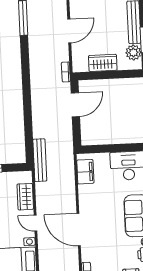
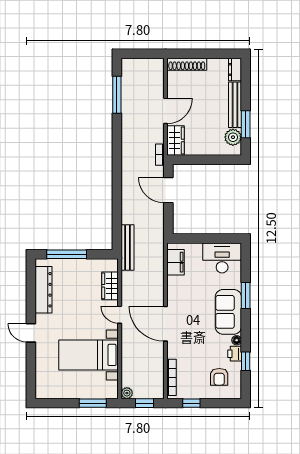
wardrobe: (103, 63) -> (176, 141), moved, turned 90
door: (75, 105) -> (168, 190), swing flipped

